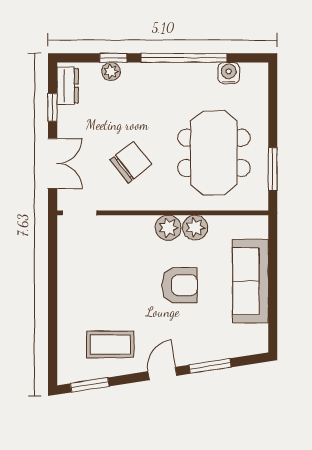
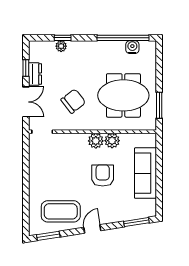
window: (184, 58) -> (123, 38), moved
dresser: (68, 86) -> (35, 74), moved
meeting table: (214, 153) -> (123, 95), turned 90
armchair: (180, 285) -> (103, 175), turned -90
coffee table: (110, 344) -> (61, 211), width x1.36, depth x1.32
window: (210, 366) -> (136, 222), moved

